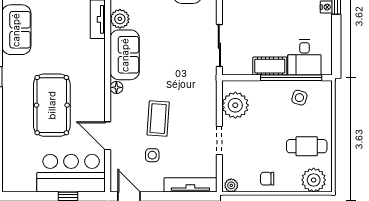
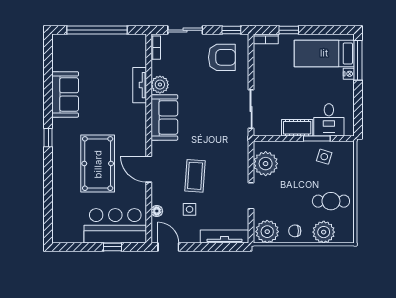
window: (291, 78) -> (317, 139), width x0.47
floor lamp: (116, 87) -> (157, 211), moved
door: (108, 136) -> (149, 169), moved
plant: (314, 180) -> (324, 232), moved
plant: (231, 185) -> (267, 232), width x1.88, depth x1.88

